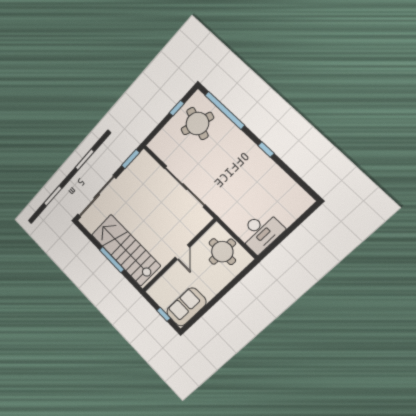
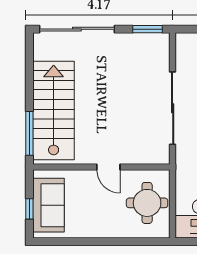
door: (182, 252) -> (108, 167), hinge flipped
window: (112, 260) -> (29, 133), moved
sofa: (186, 307) -> (49, 205), moved, turned 90

